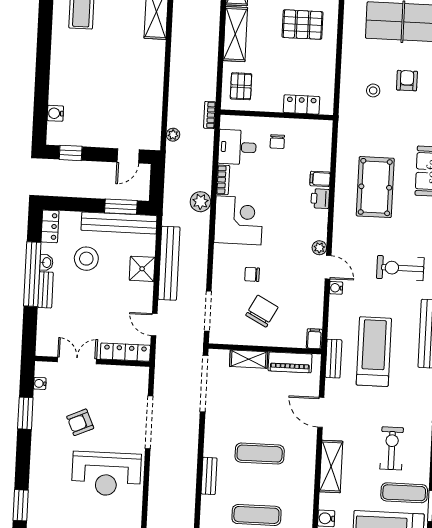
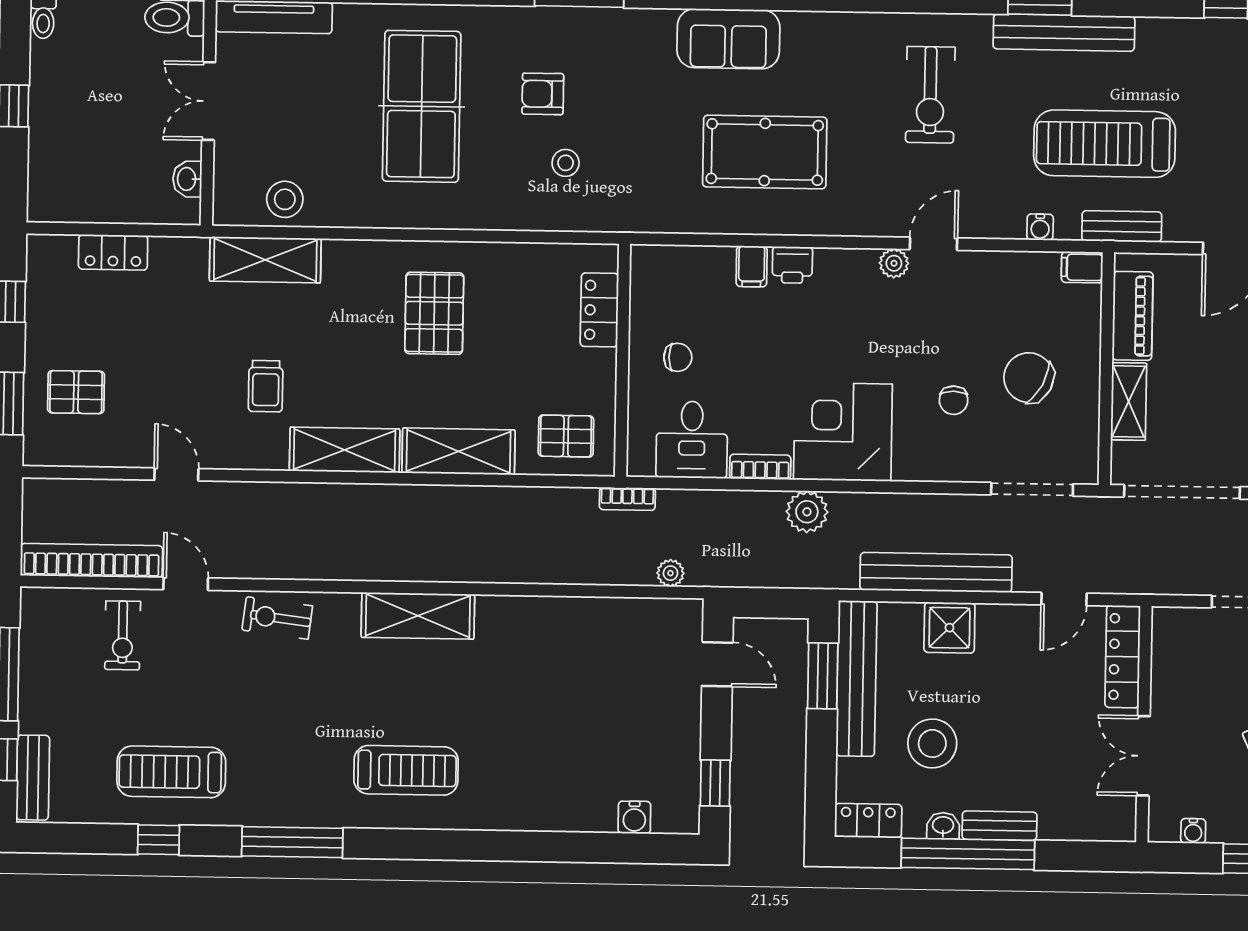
water cooler: (336, 288) -> (1040, 227), moved

